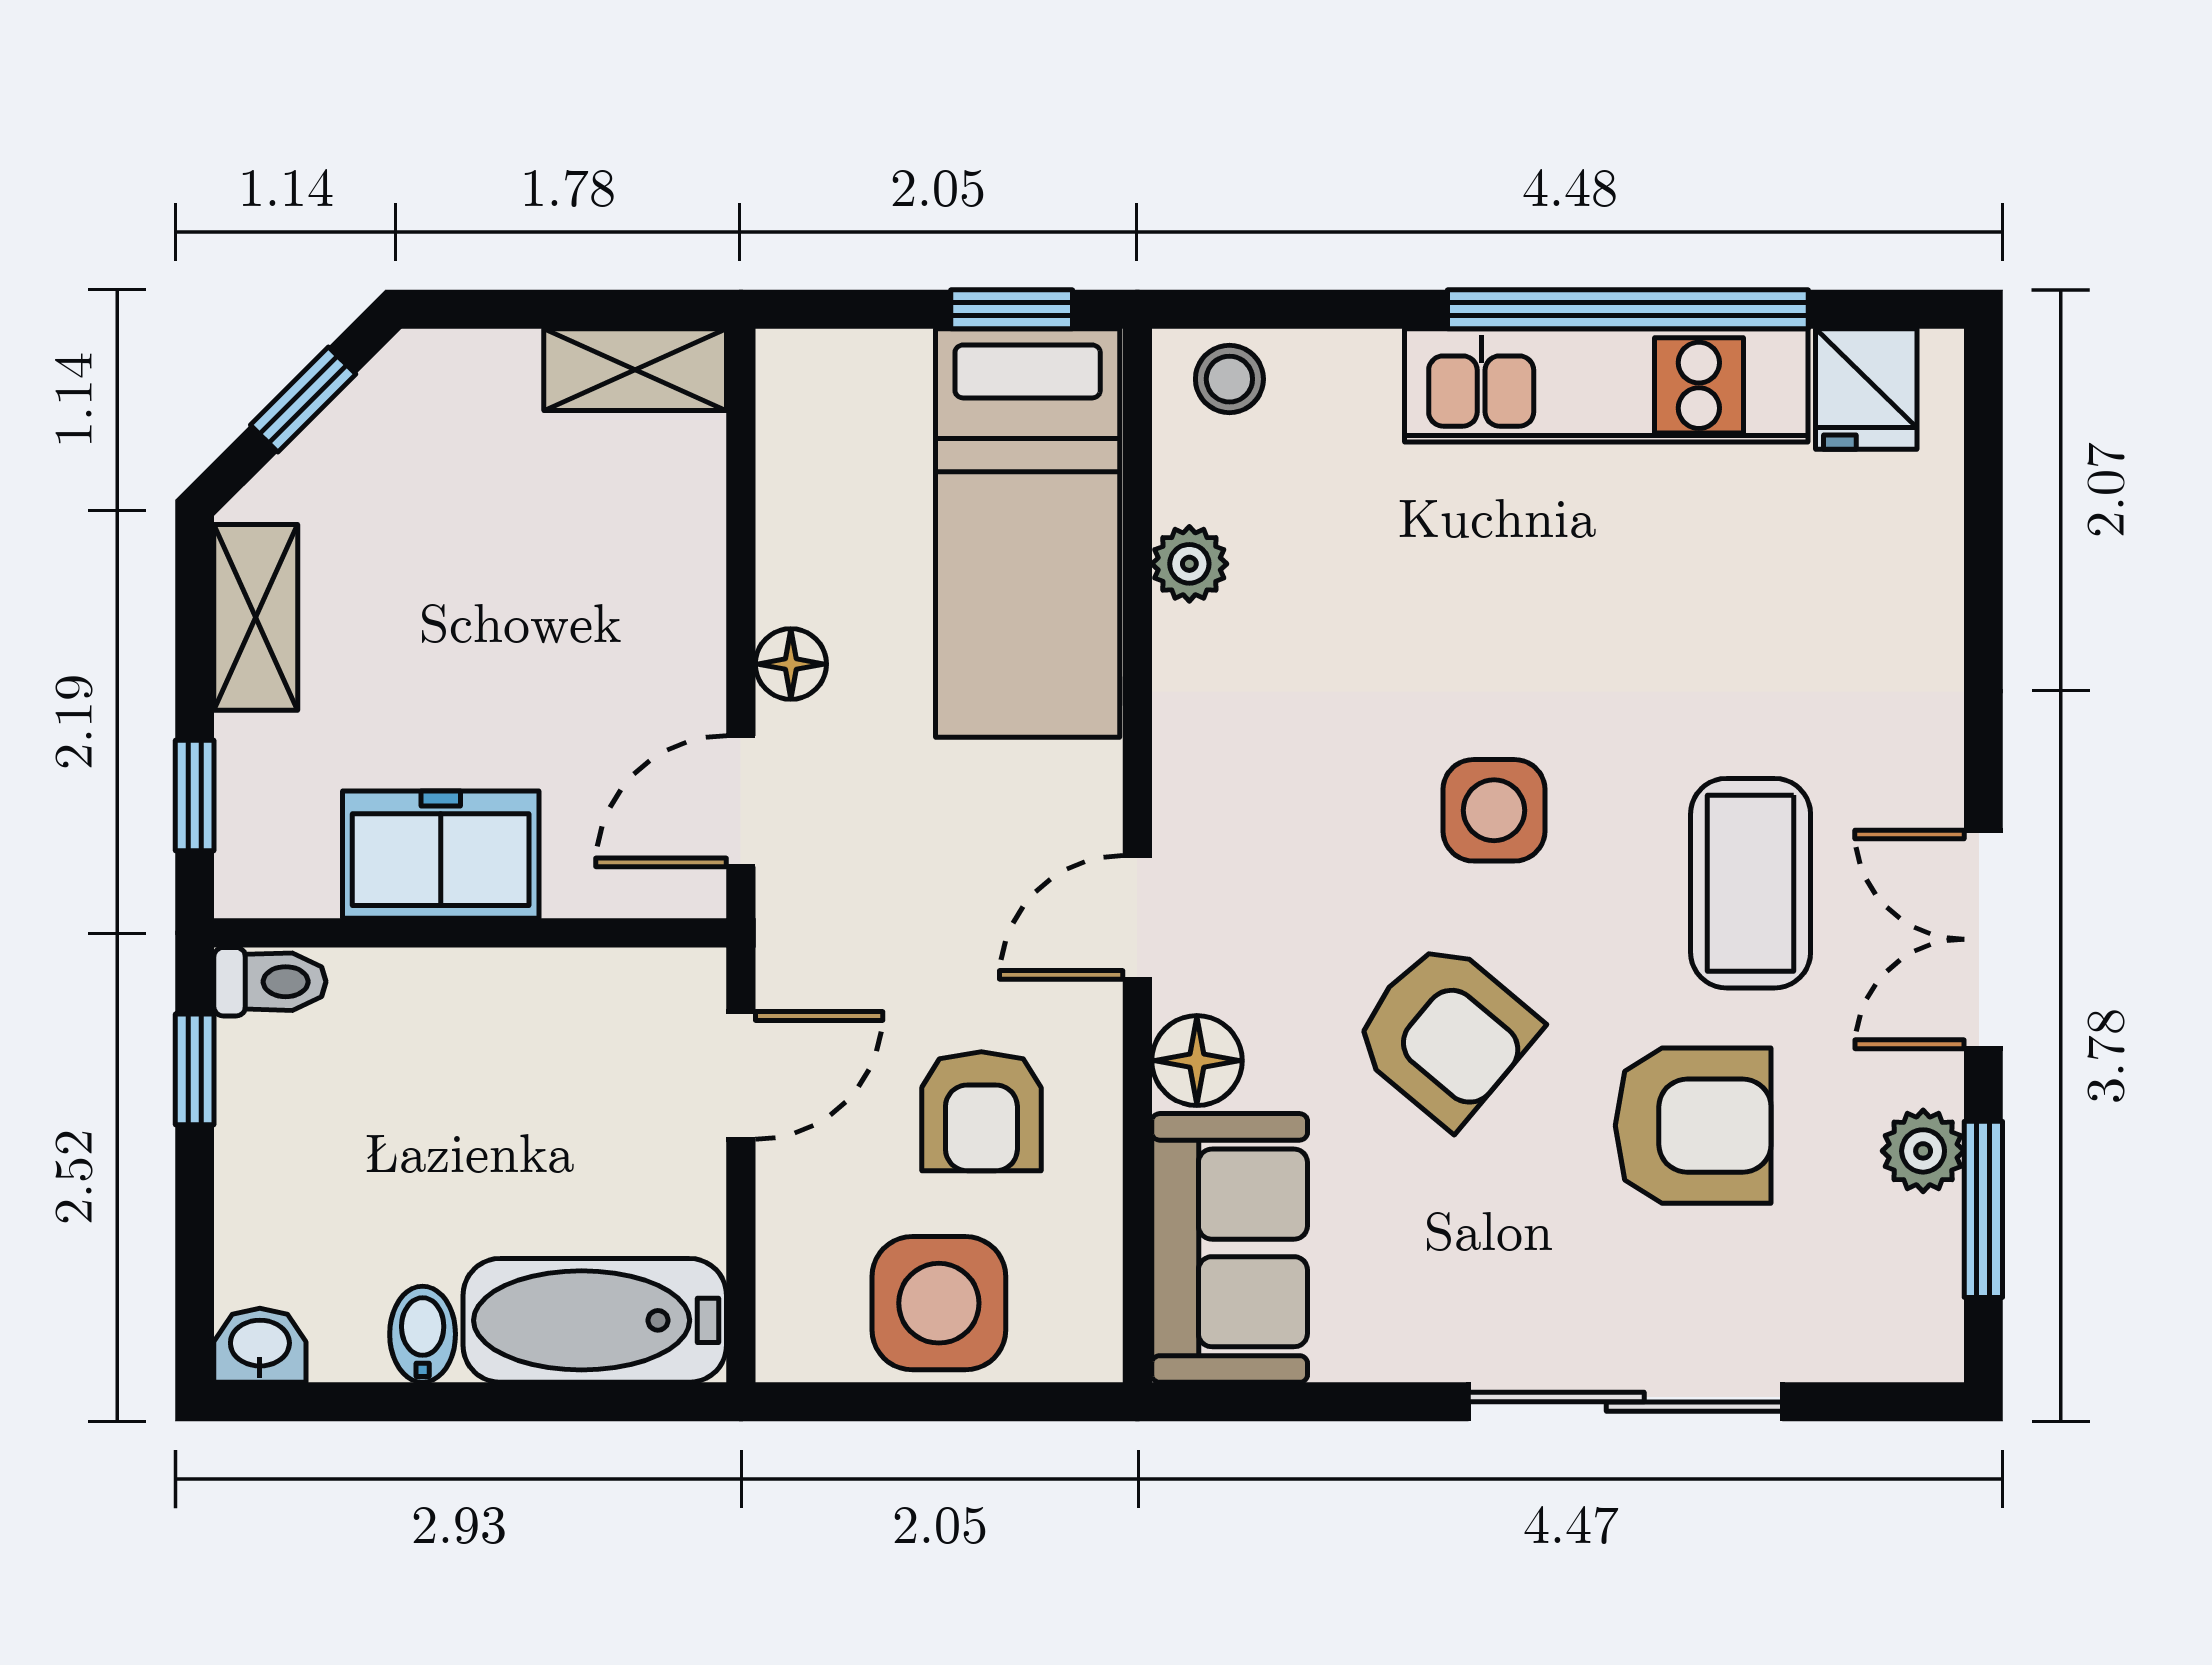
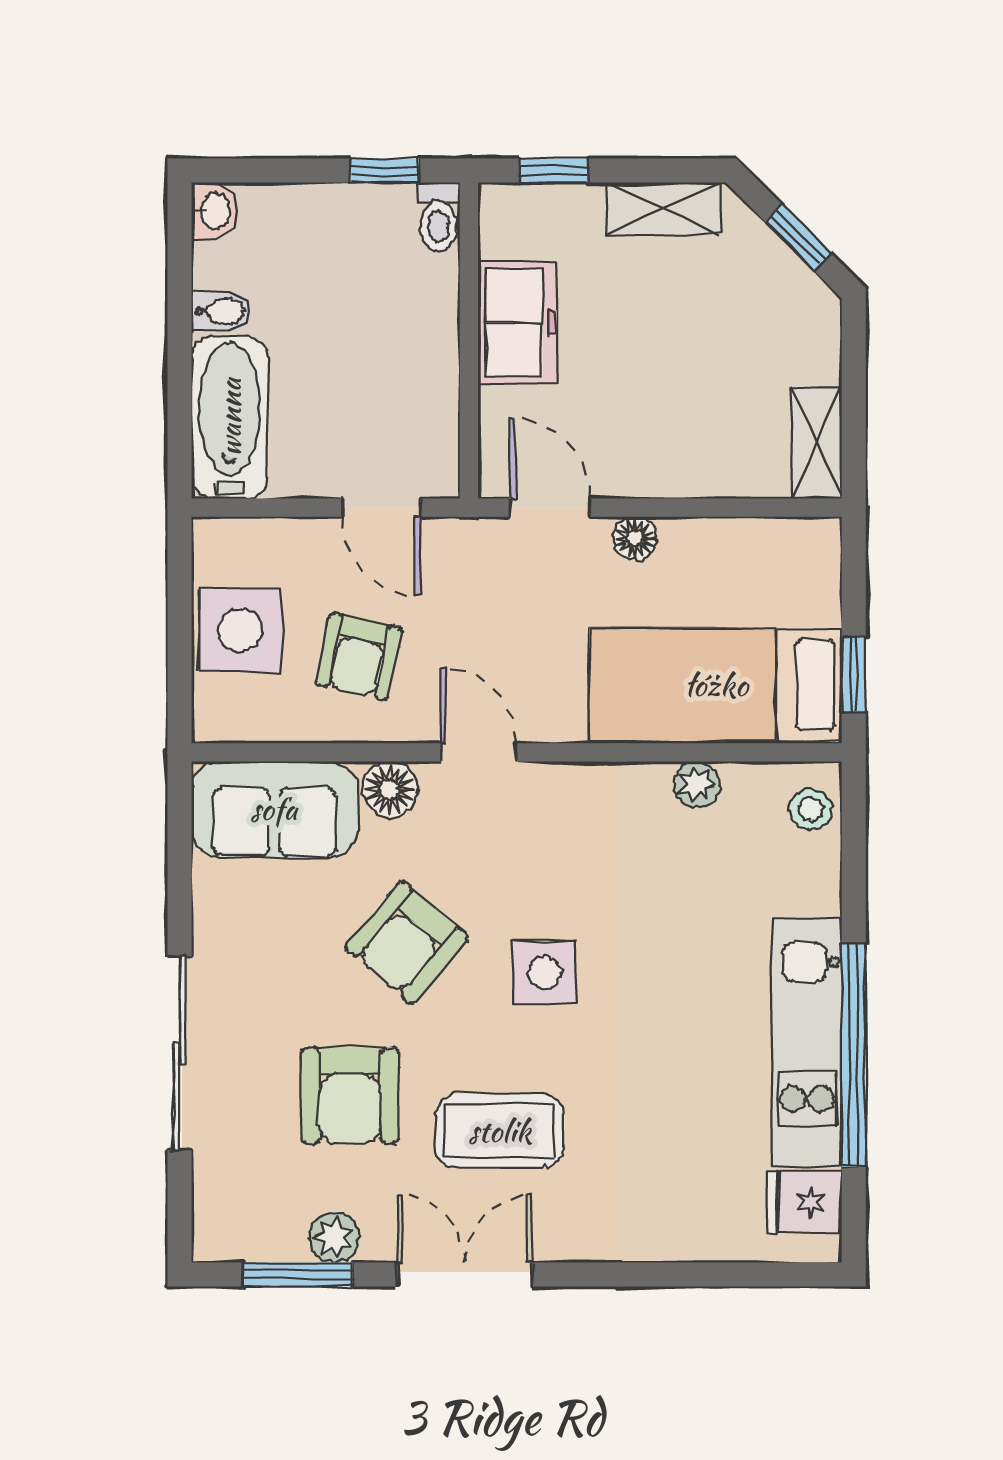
armchair: (981, 1111) -> (359, 656), turned -78

